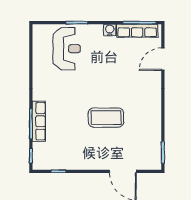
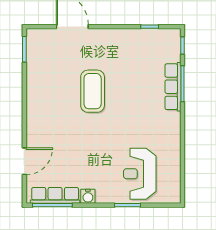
coffee table: (106, 118) -> (93, 91), turned 90

